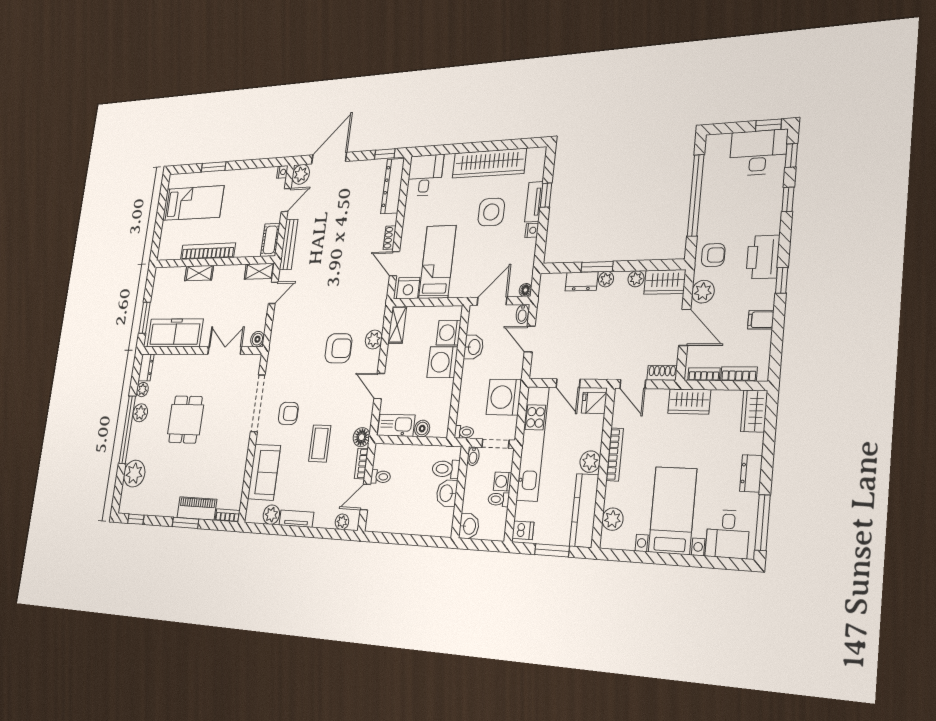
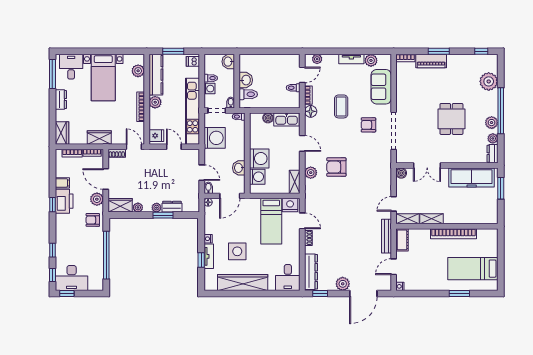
plant: (301, 174) -> (343, 284), moved
printer: (763, 257) -> (64, 201), moved
shelving: (199, 273) -> (431, 219), moved

